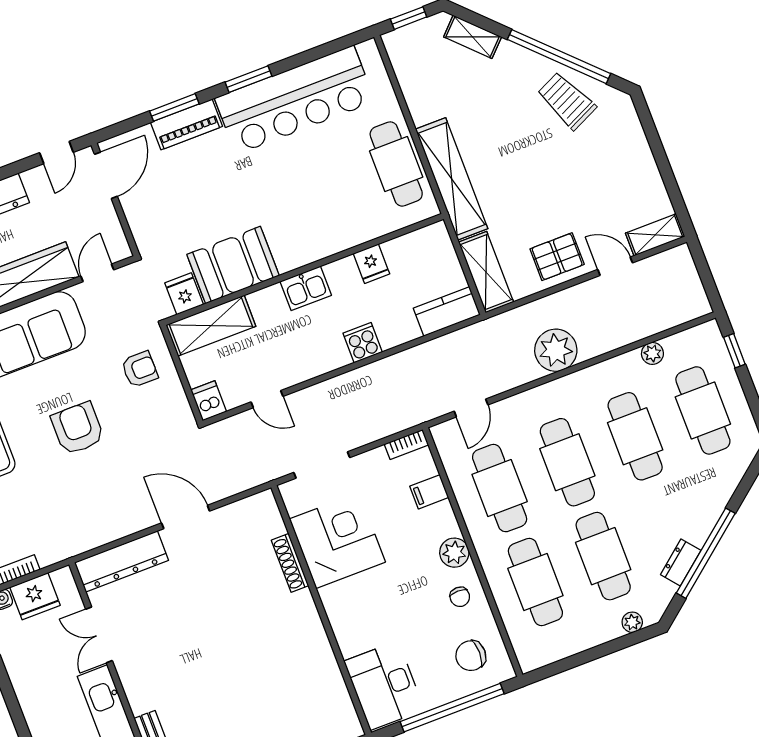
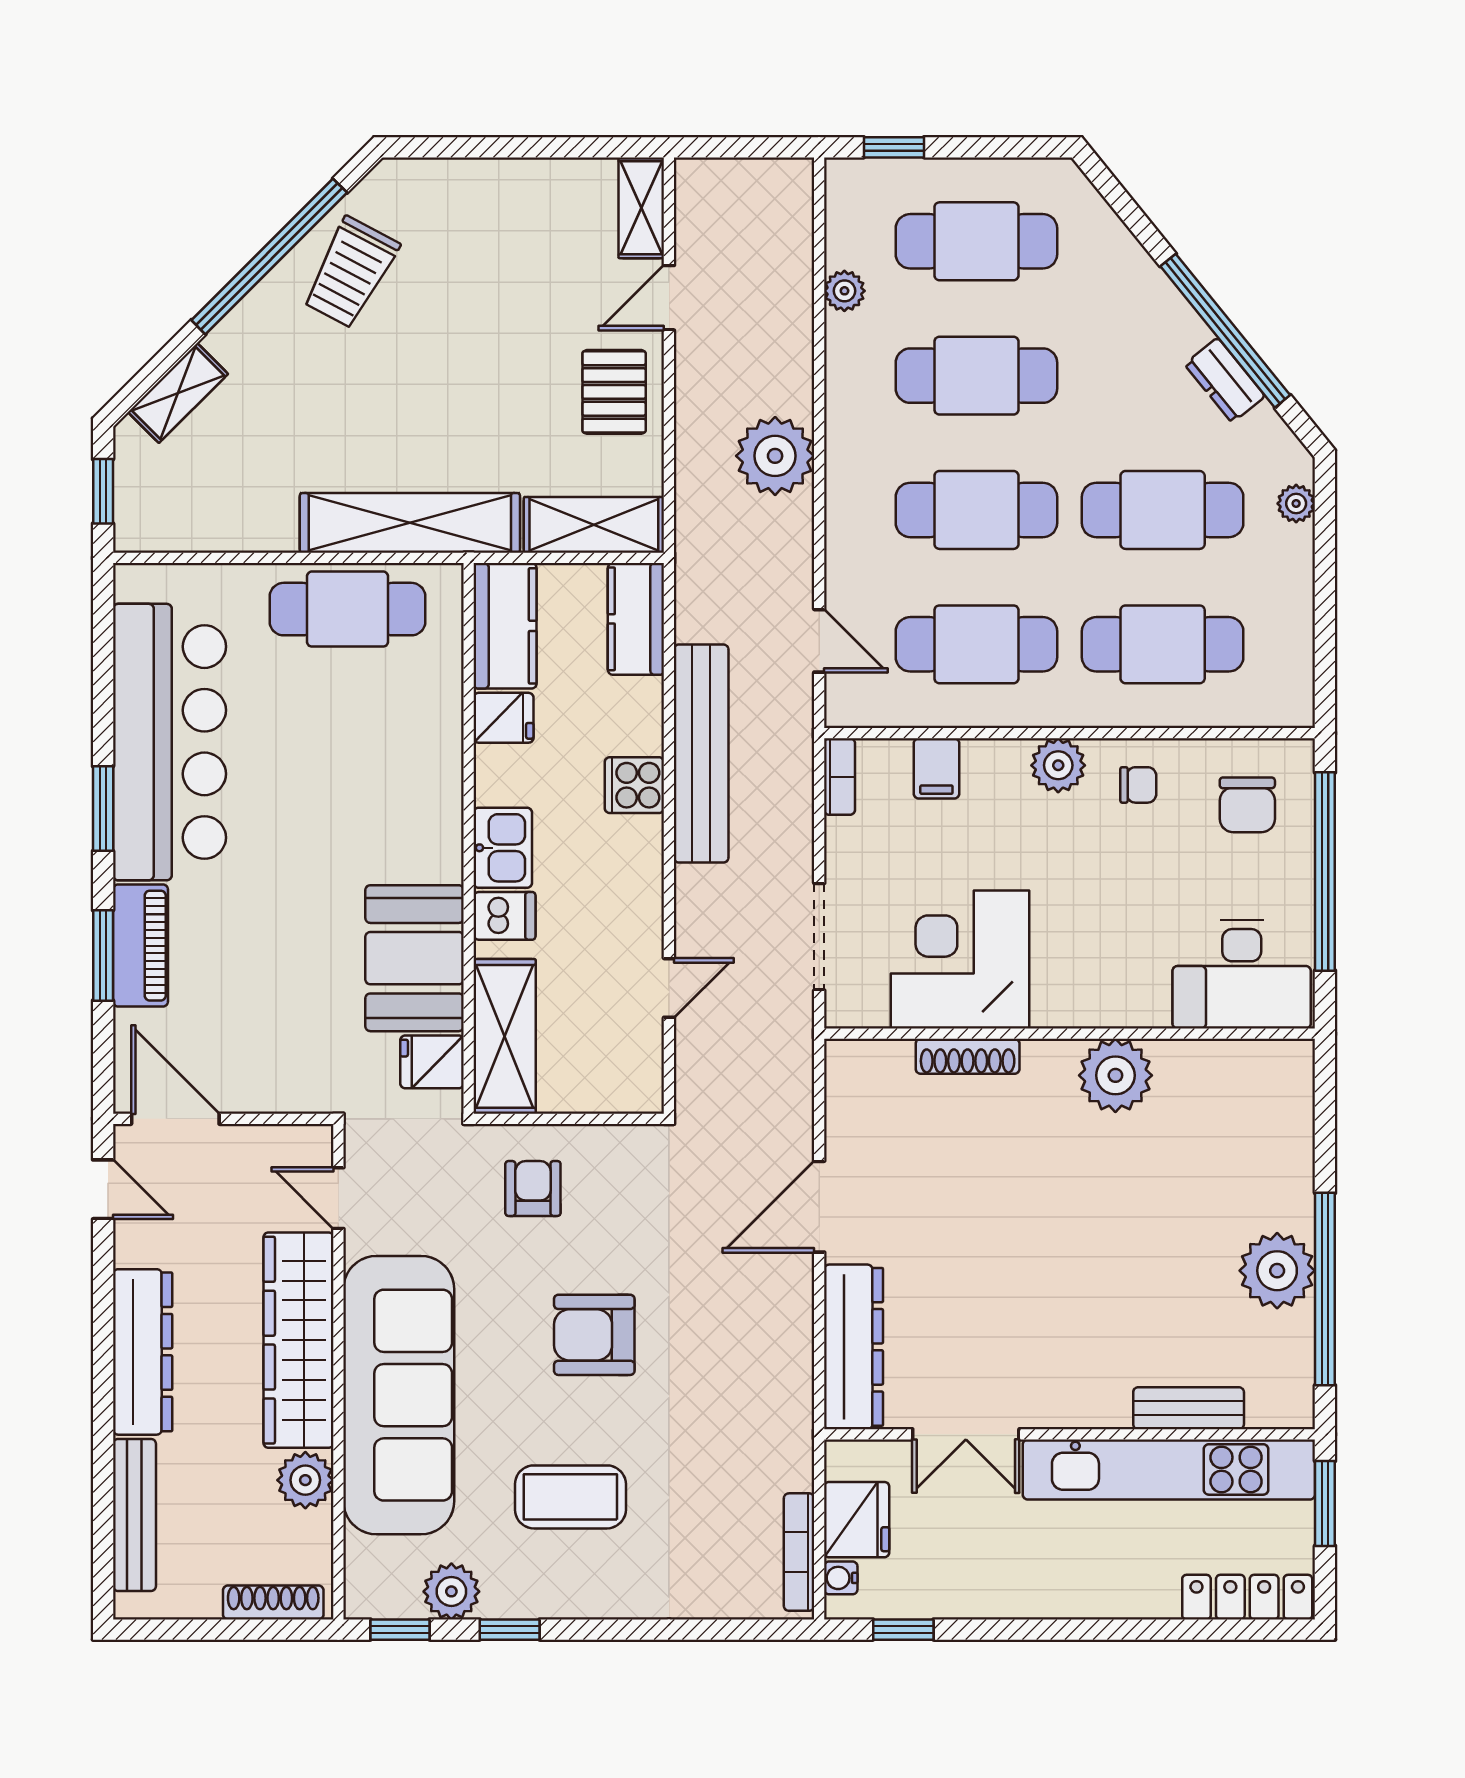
trolley: (567, 101) -> (351, 272), turned -37
kitchen counter: (418, 247) -> (505, 626), added
bench: (391, 370) -> (701, 754), added
dishwasher: (209, 401) -> (504, 916), moved, turned 180
plant: (309, 641) -> (1115, 1075), added

